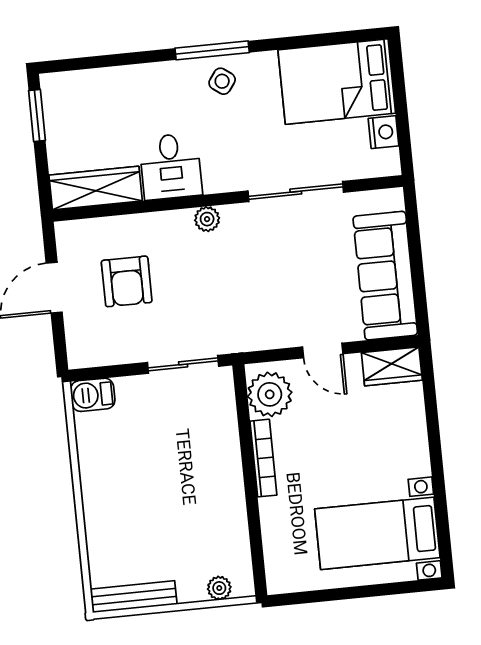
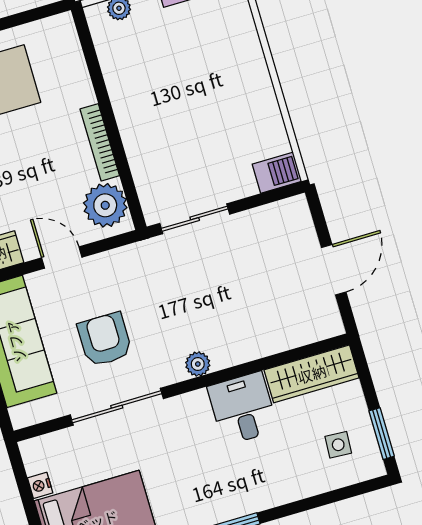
side table: (222, 81) -> (338, 445), moved, turned -33
nightstand: (384, 132) -> (40, 485), width x0.72, depth x0.74
armchair: (127, 281) -> (105, 340), moved

